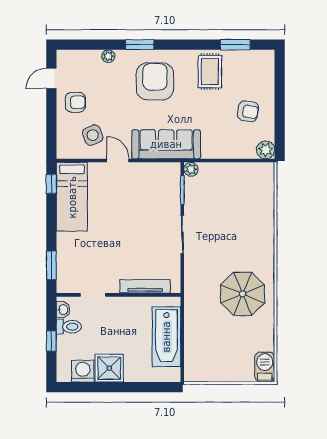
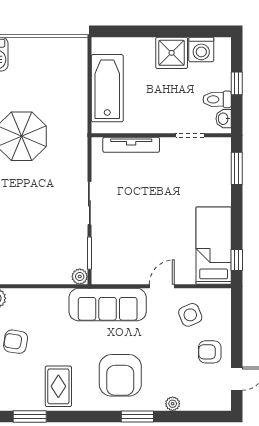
door: (118, 161) -> (162, 286), swing flipped

